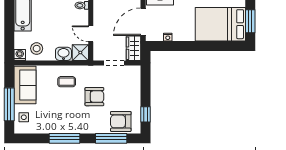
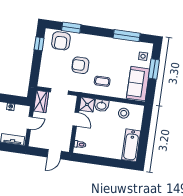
door: (143, 22) -> (30, 123), width x0.53
washing machine: (20, 55) -> (139, 110), removed
window: (9, 104) -> (154, 69), width x0.69
armchair: (121, 121) -> (61, 41), turned 90
window: (64, 138) -> (127, 36), moved
window: (111, 138) -> (71, 28), width x0.69

